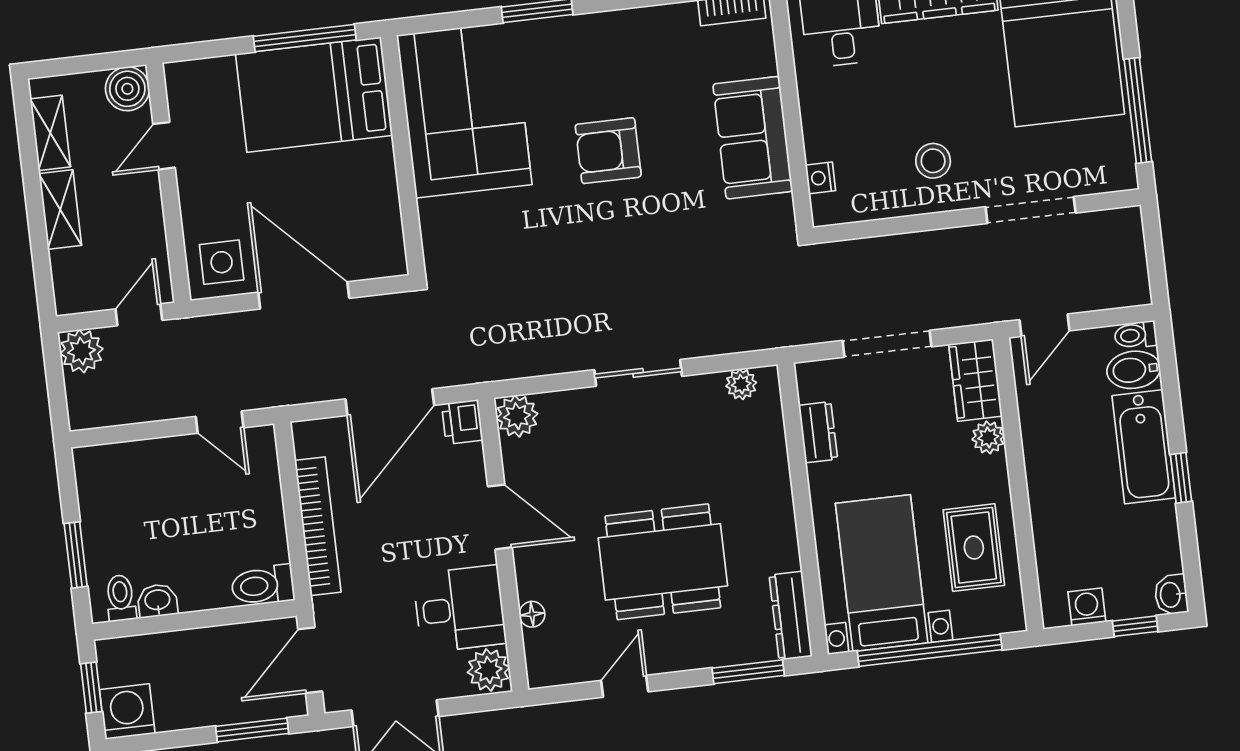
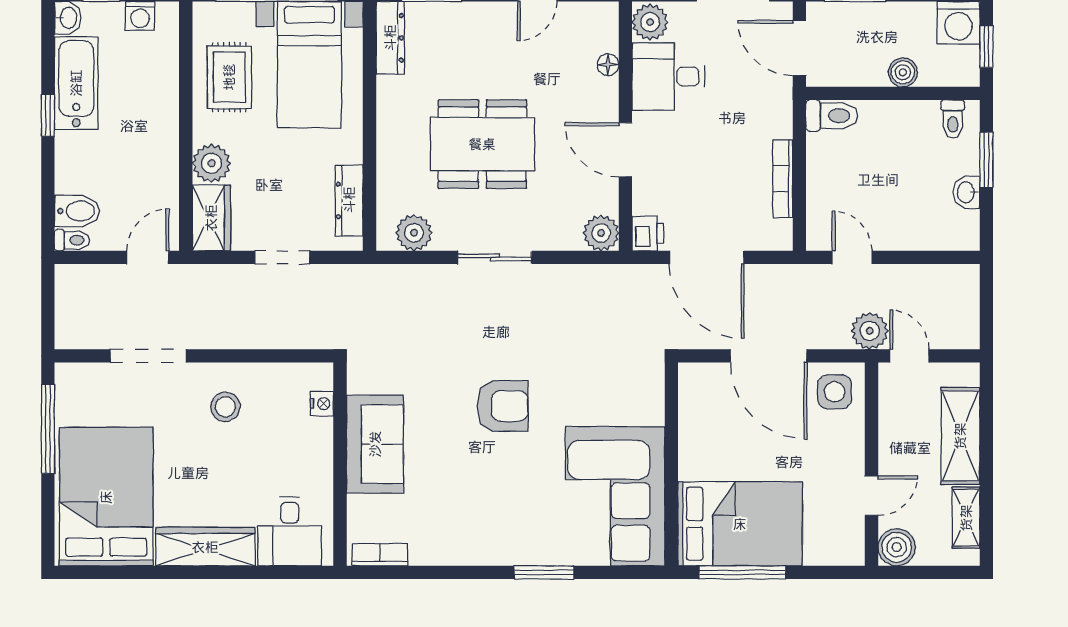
armchair: (608, 151) -> (503, 406), moved
shelving: (60, 210) -> (960, 436), width x1.50, depth x1.33
door: (139, 315) -> (909, 356), swing flipped
doorway: (887, 344) -> (282, 257), width x0.73
plant: (81, 351) -> (870, 331), moved
plant: (741, 384) -> (414, 233), width x1.38, depth x1.38
door: (390, 402) -> (707, 257), swing flipped
dresser: (818, 432) -> (349, 200), width x1.44
plant: (988, 437) -> (211, 163), width x1.38, depth x1.38
bathtub: (1144, 447) -> (76, 83), moved
bookcase: (318, 526) -> (783, 179), width x0.68, depth x0.76
dining table: (663, 562) -> (482, 144), moved
washbasin: (157, 601) -> (967, 192), moved, turned 90
boiler: (185, 646) -> (903, 72), added
door: (310, 660) -> (799, 48), swing flipped

